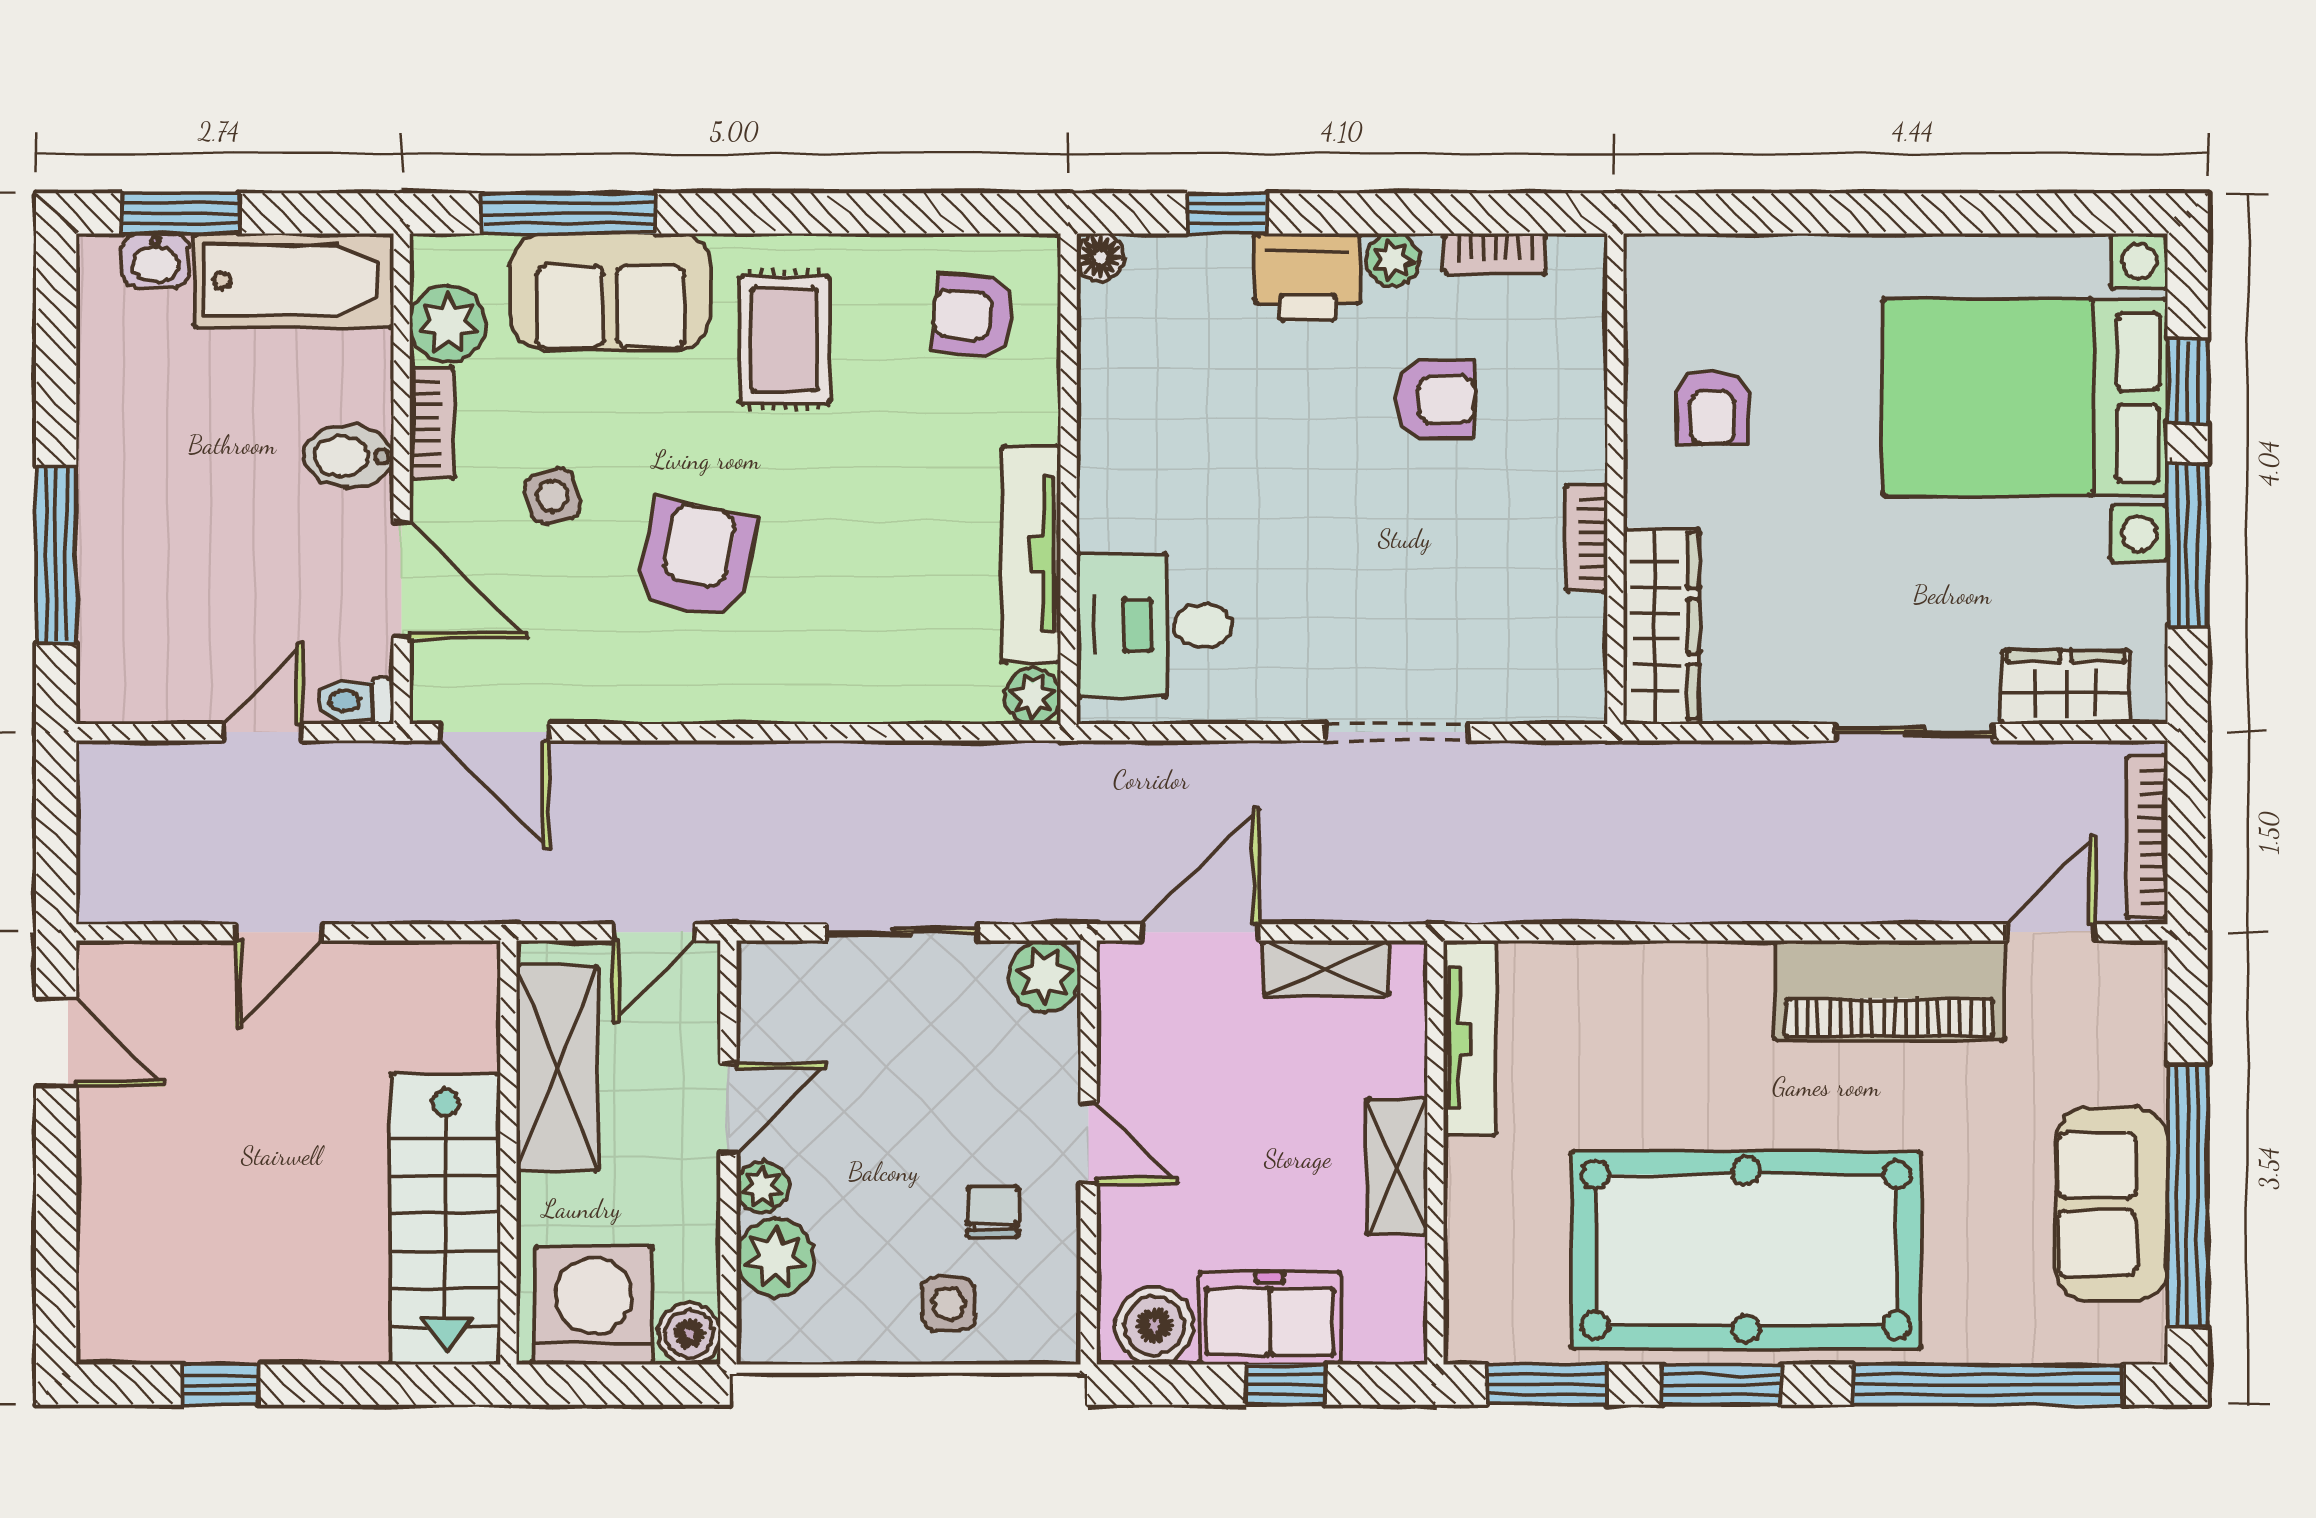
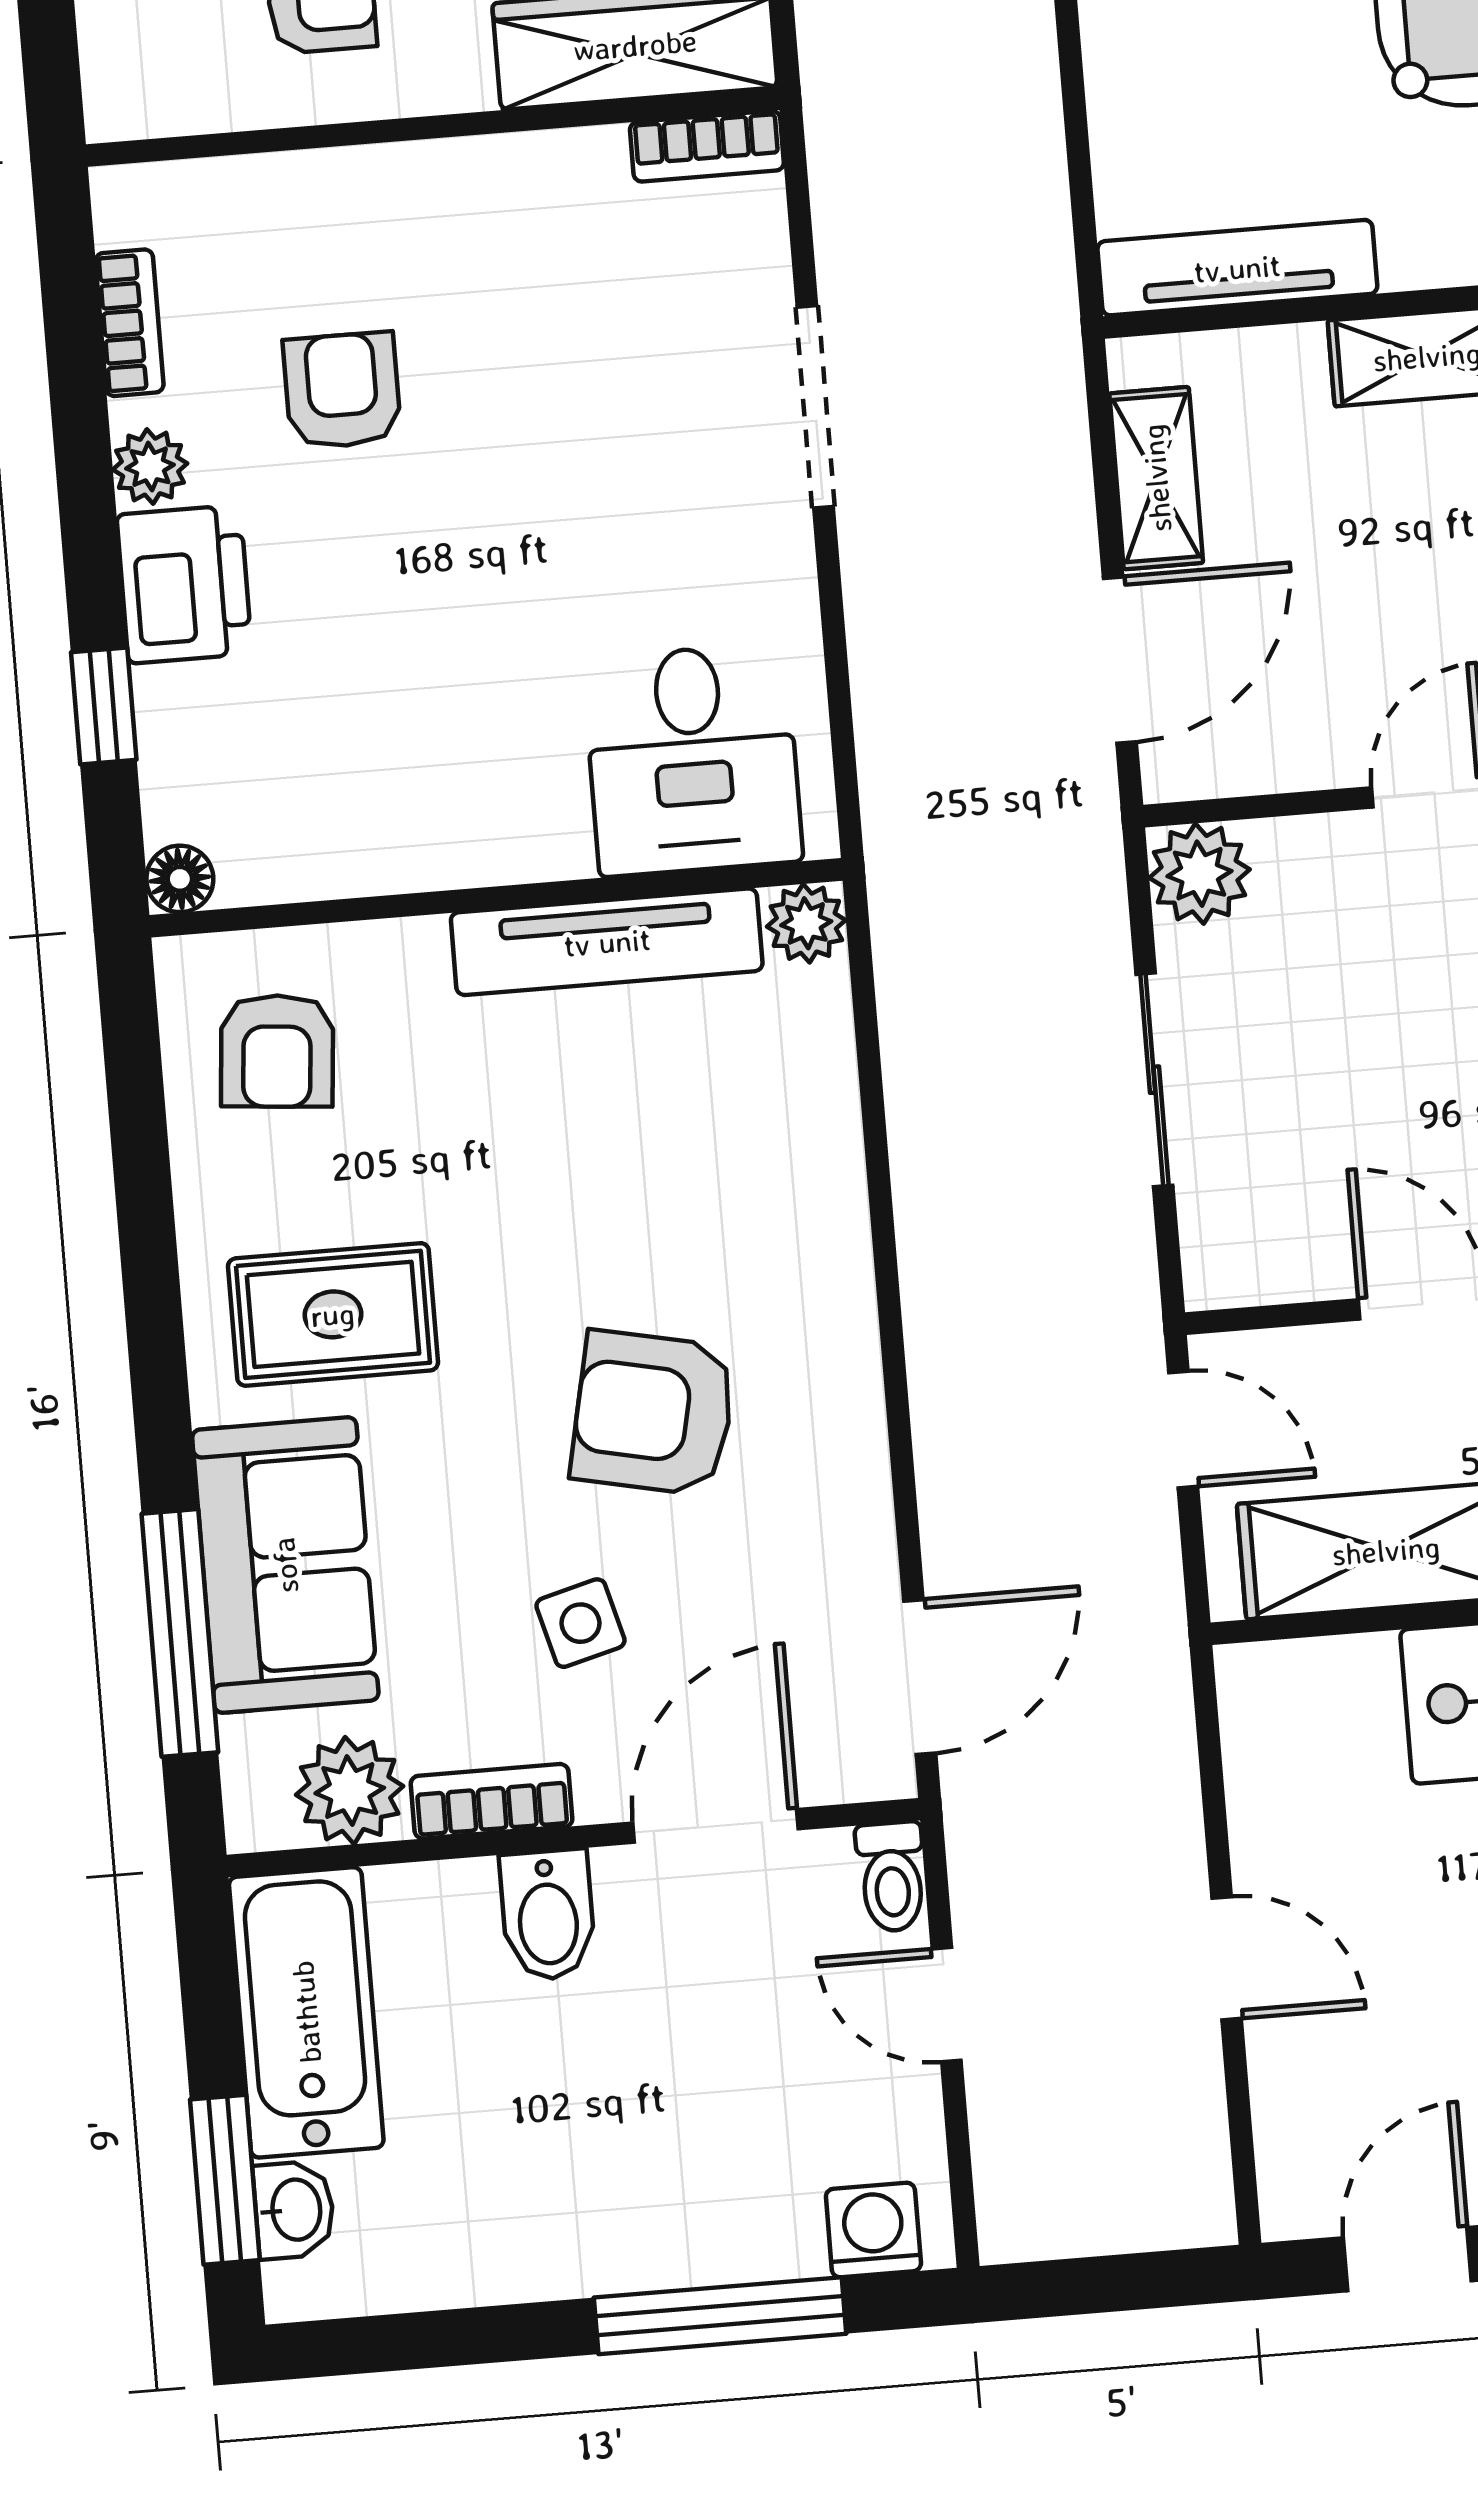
bookcase: (1586, 538) -> (707, 146), moved
washing machine: (108, 668) -> (873, 2230), added
door: (1200, 932) -> (1120, 660), swing flipped

